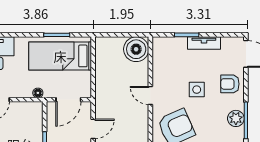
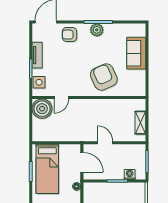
armchair: (230, 84) -> (69, 35), turned 90
side table: (197, 90) -> (39, 82), moved
door: (150, 95) -> (61, 97), moved

